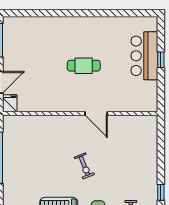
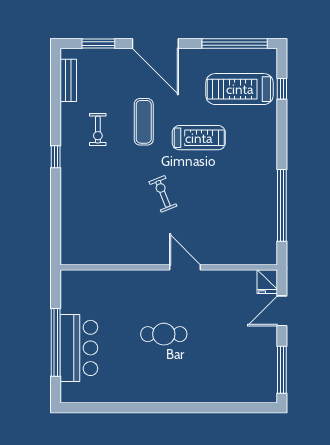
window: (161, 60) -> (56, 342), width x3.17
door: (96, 113) -> (185, 267), moved

